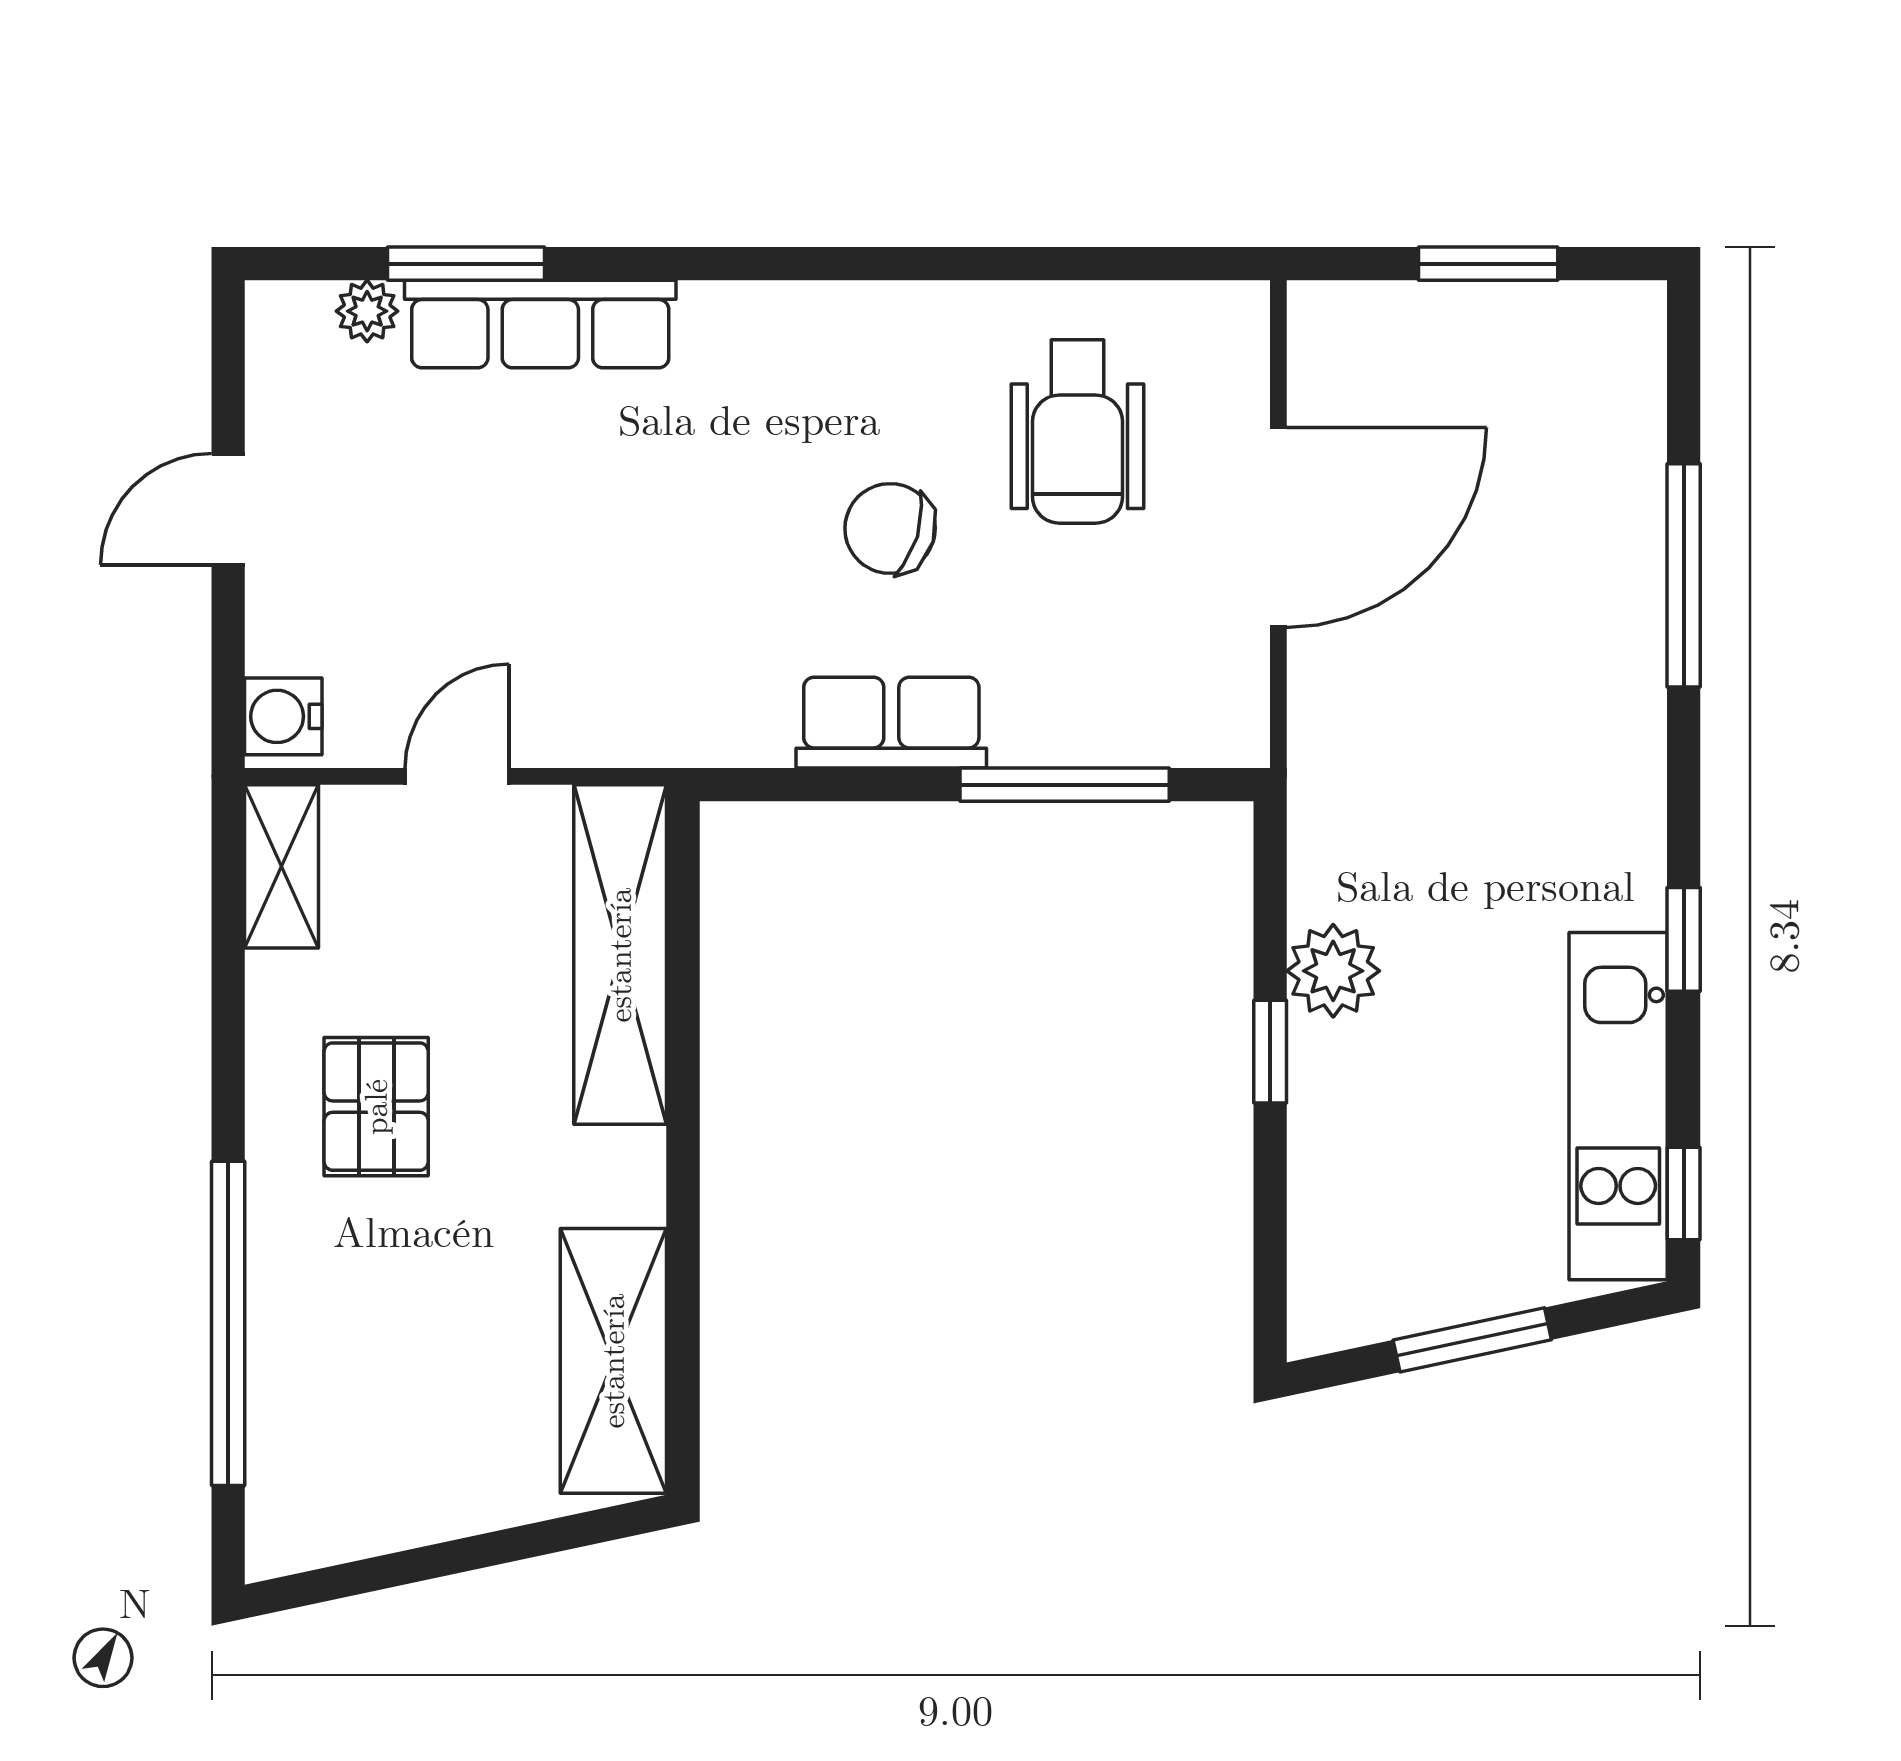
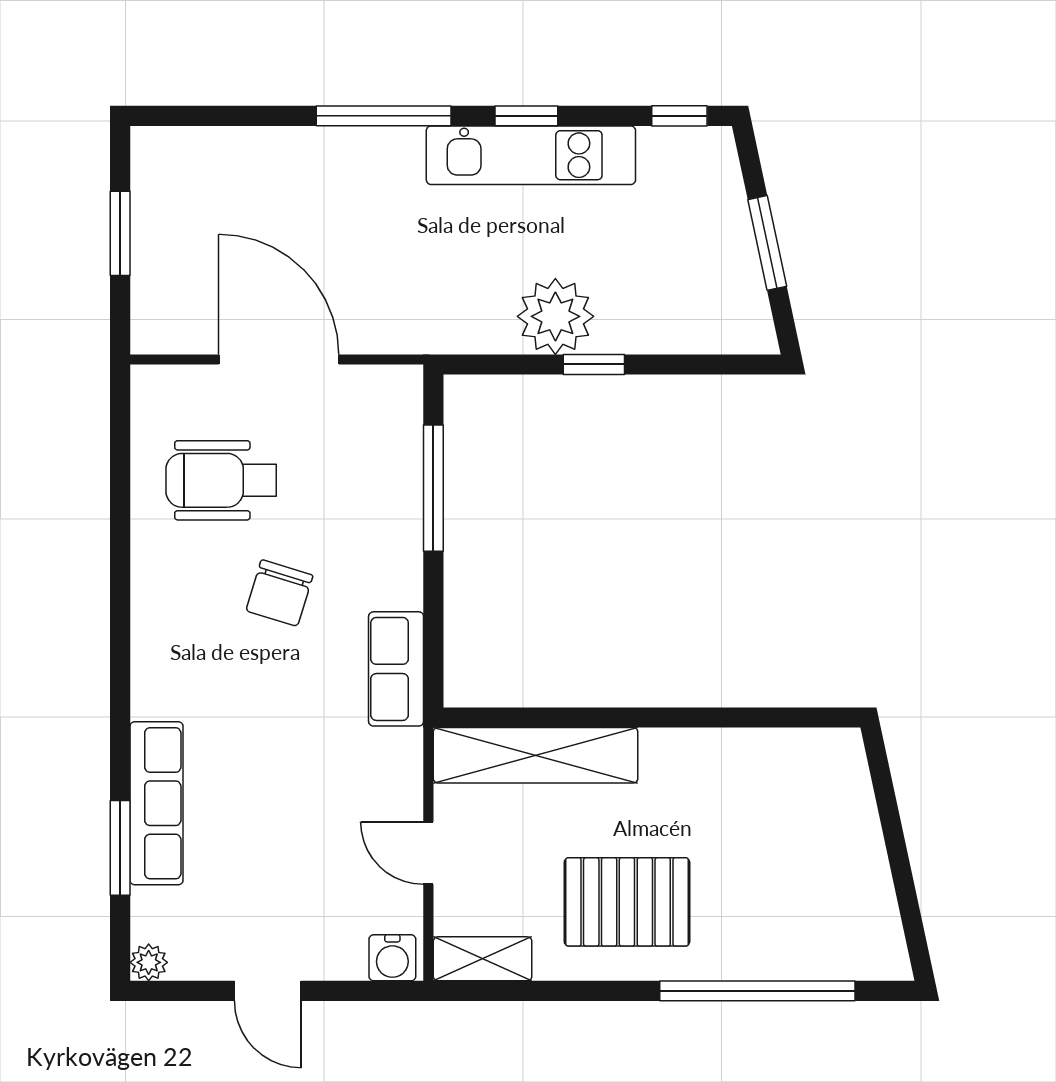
plant: (367, 311) -> (149, 962), moved
wheelchair: (1077, 432) -> (221, 480), turned 180
window: (1684, 575) -> (384, 116), moved
row of seats: (891, 723) -> (396, 669), moved
plant: (1333, 971) -> (555, 316), width x1.36, depth x1.36
kitchen unit: (1618, 1106) -> (531, 155), moved
pallet: (376, 1107) -> (627, 902), width x1.50, depth x1.42
shelving: (613, 1361) -> (780, 759), removed

